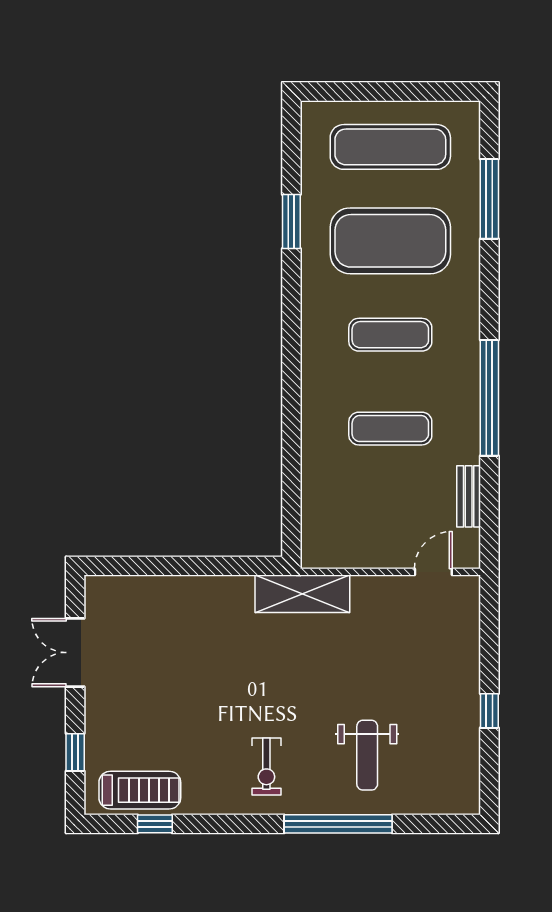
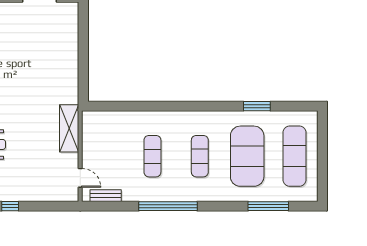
bench: (469, 496) -> (106, 196), moved
shelving: (302, 594) -> (69, 128), moved

